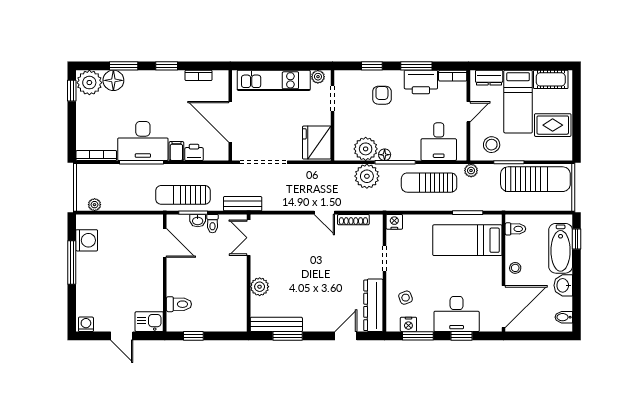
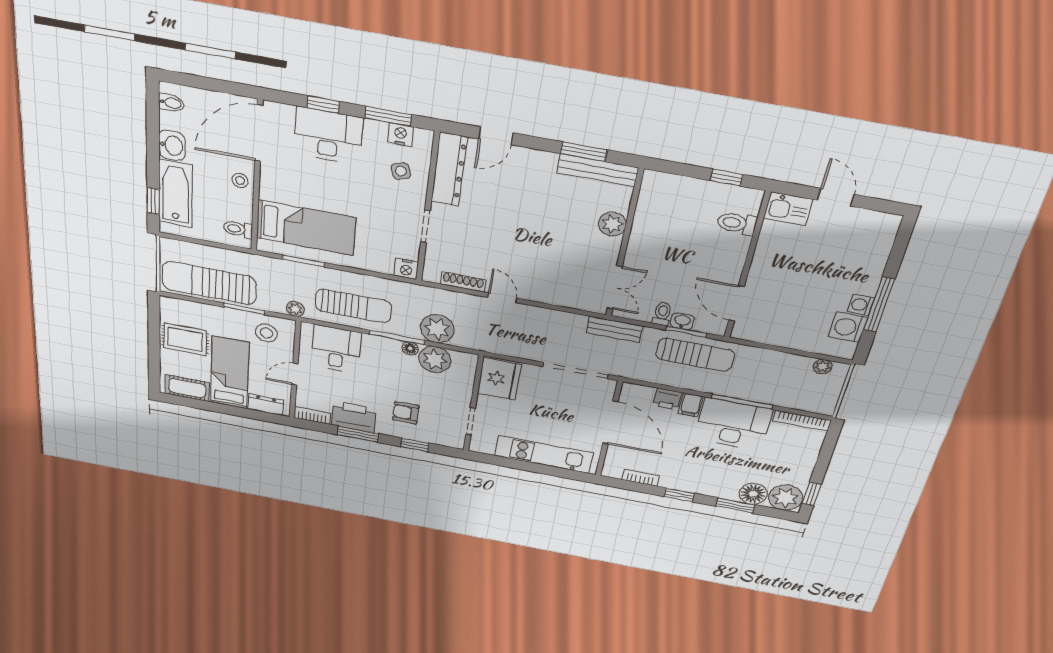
plant: (318, 77) -> (486, 447), removed
armchair: (382, 95) -> (406, 413), turned 90
washing machine: (86, 324) -> (861, 305), moved, turned 90

